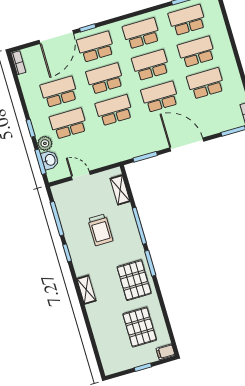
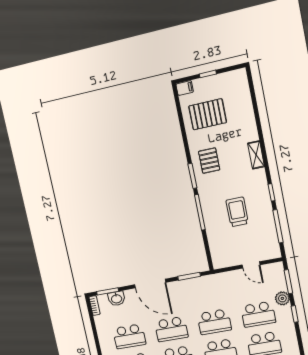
washbasin: (50, 160) -> (117, 299), moved, turned -90
shelving: (120, 190) -> (215, 248), removed
pallet: (134, 280) -> (209, 161), width x0.67, depth x0.71
pallet: (140, 327) -> (208, 114), turned 90

